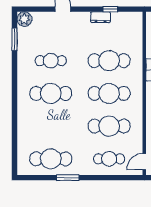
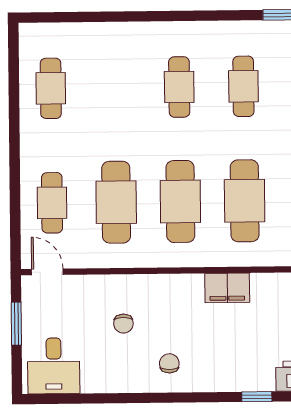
cafe table: (51, 93) -> (179, 87), width x0.73, depth x0.74
cafe table: (51, 159) -> (51, 88), width x0.73, depth x0.74
window: (68, 178) -> (14, 122), removed

